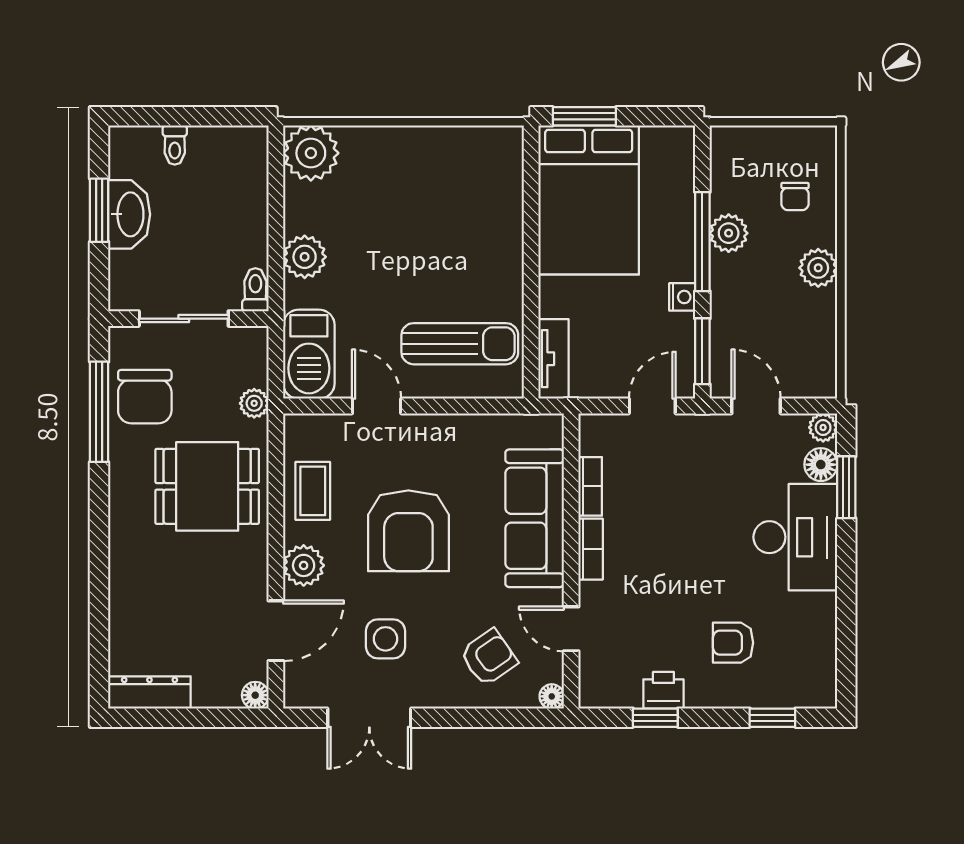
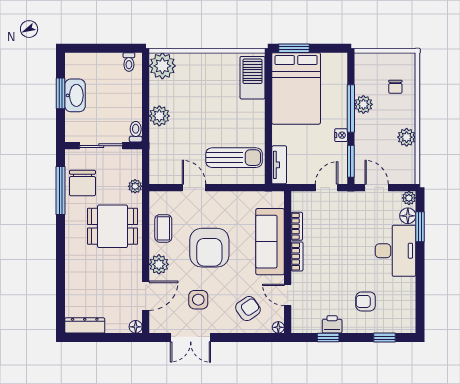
toilet: (175, 145) -> (129, 62), moved
plant: (818, 268) -> (407, 137), moved
barbecue: (309, 354) -> (252, 78), moved, turned 180

